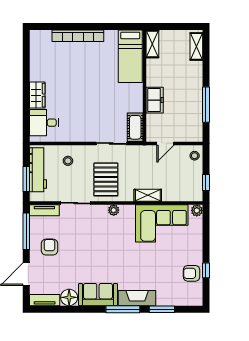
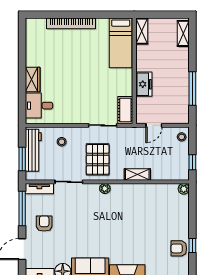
corner sofa: (162, 223) -> (151, 201), removed

